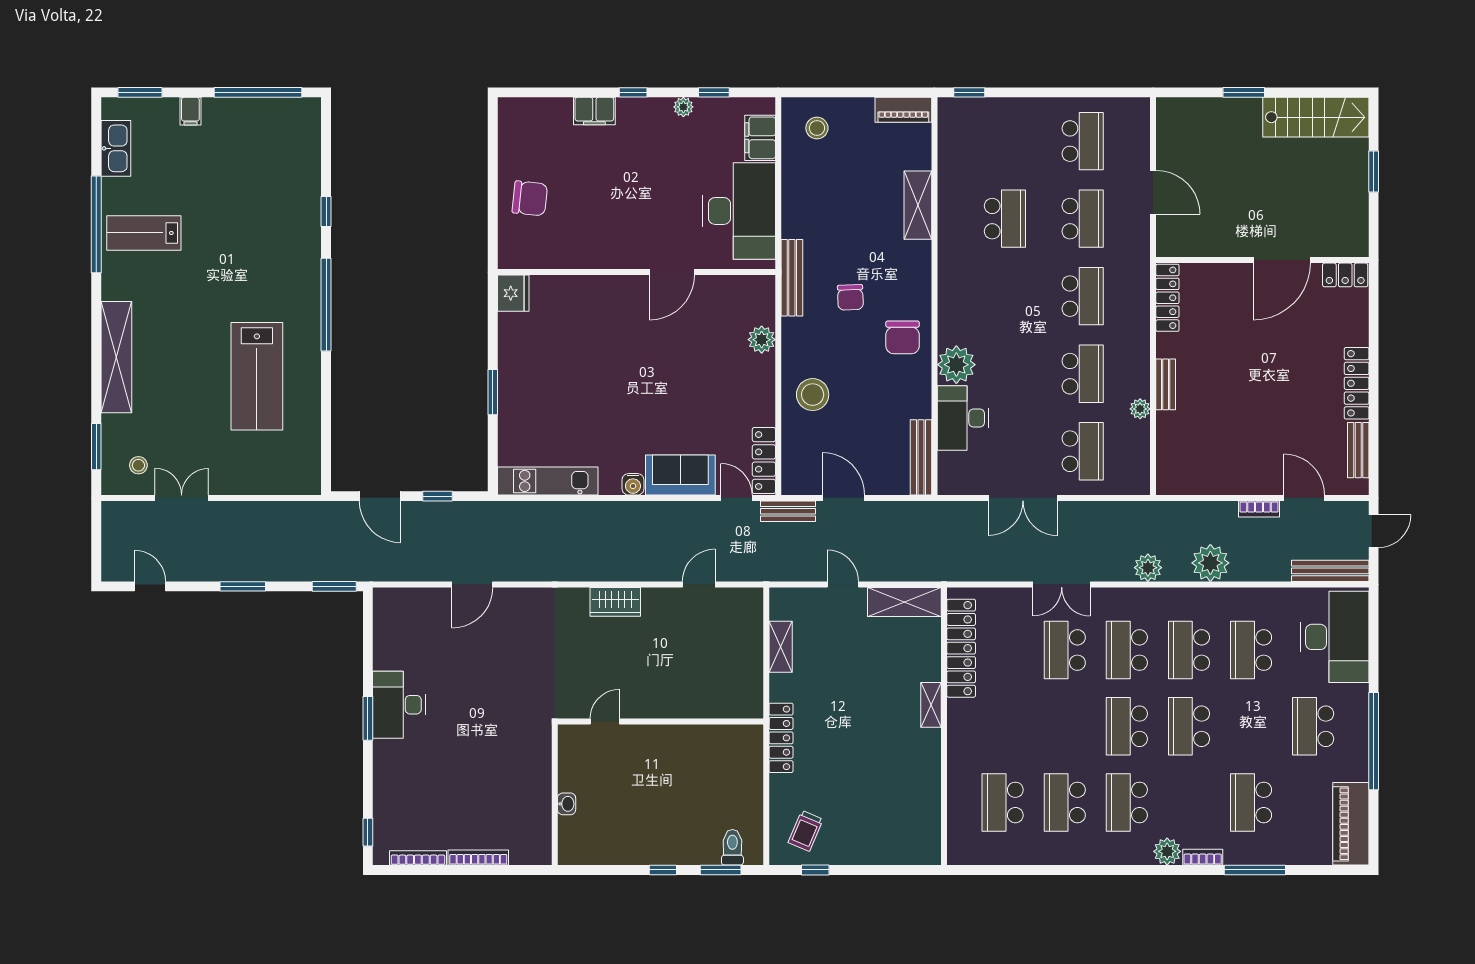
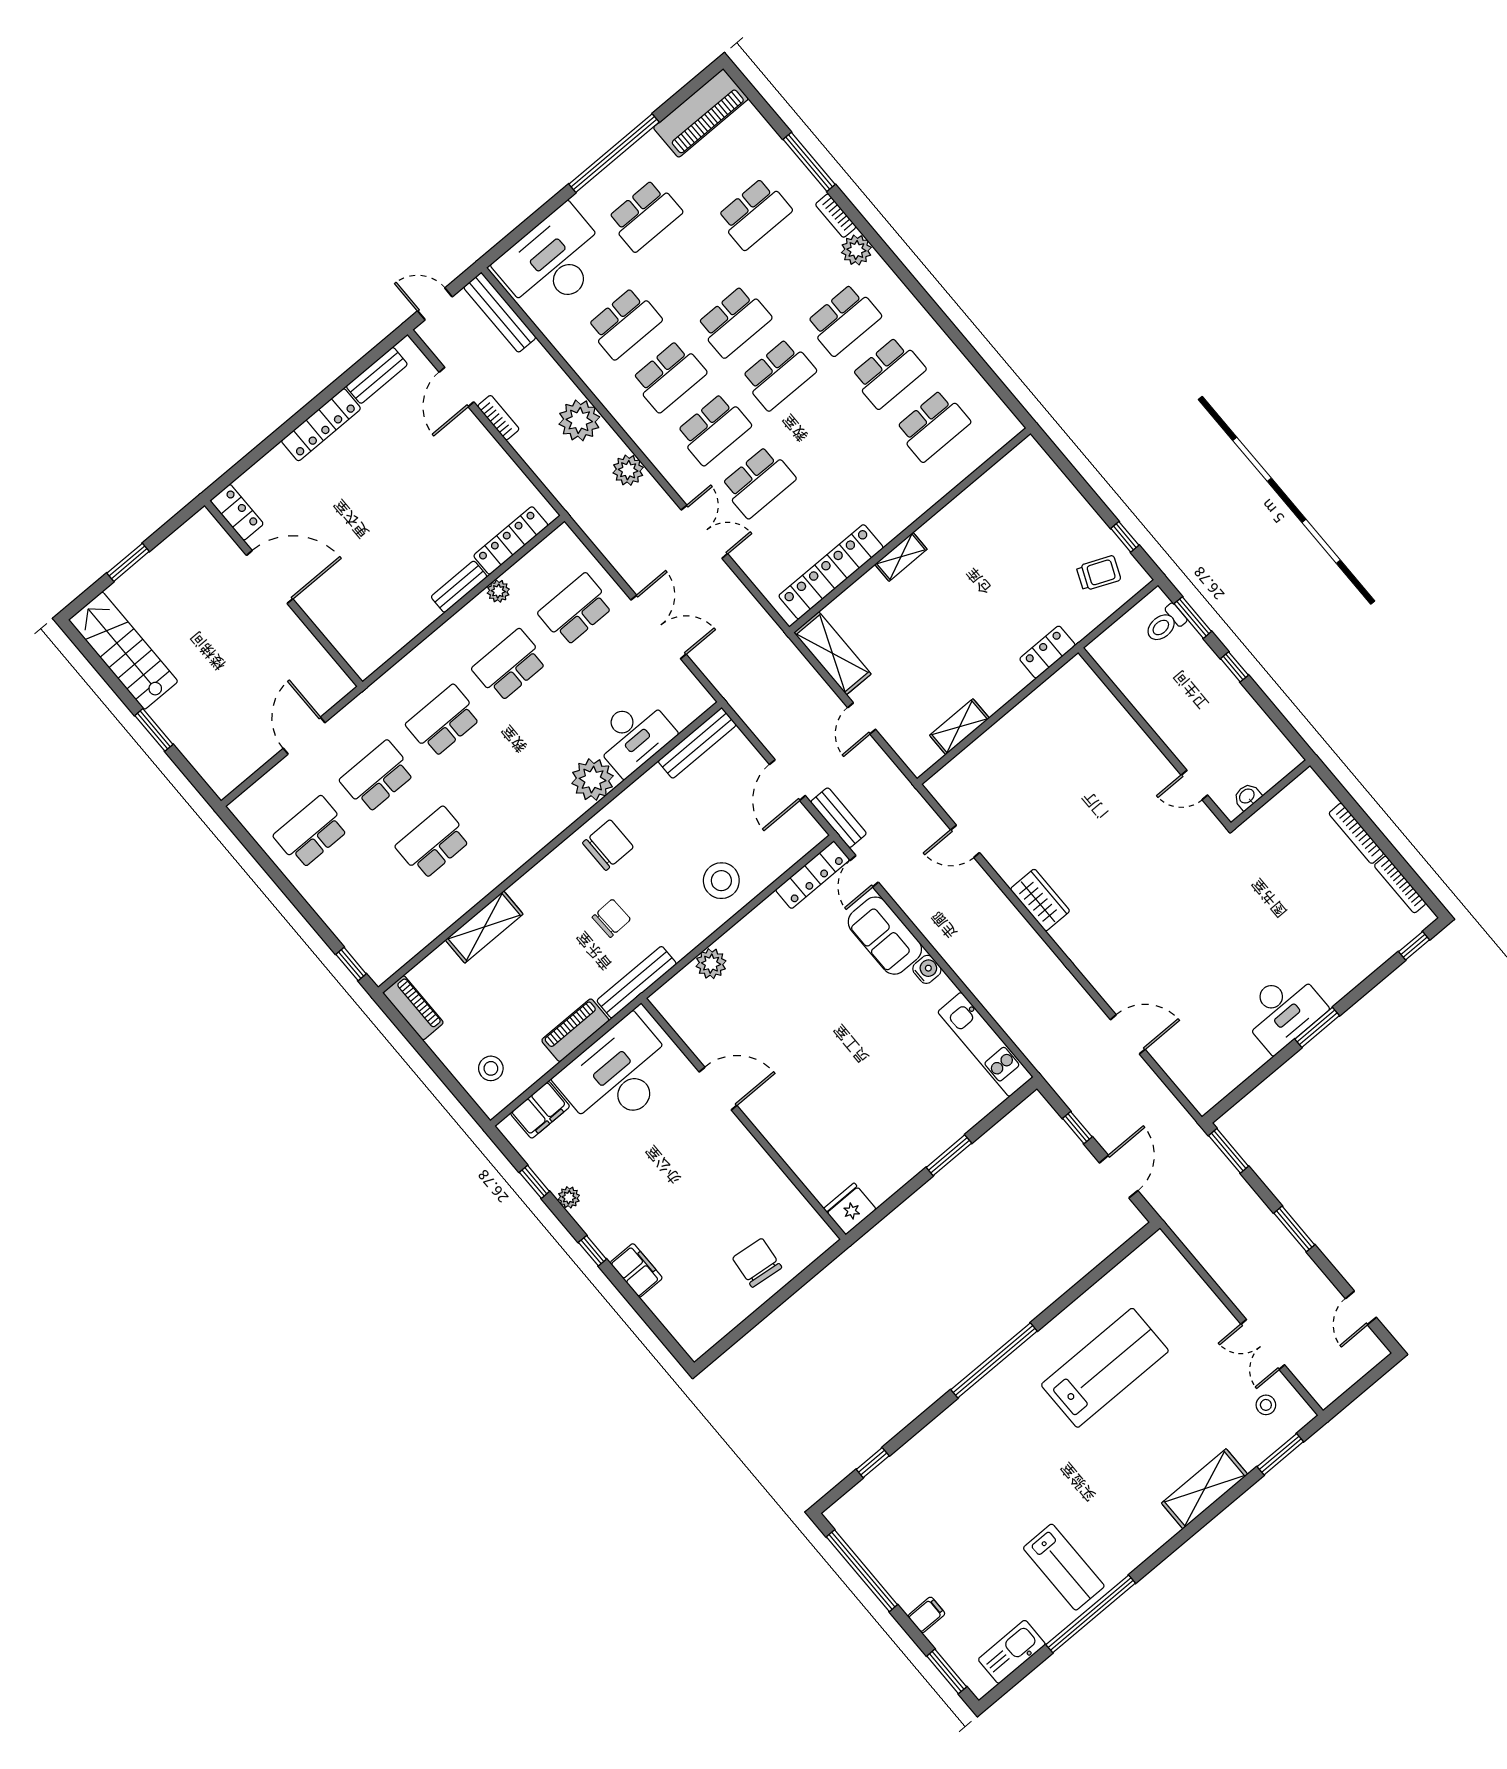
piano: (794, 208) -> (575, 1030), added
window: (326, 212) -> (873, 1463), moved
locker: (1167, 298) -> (511, 541), moved
shelving: (116, 357) -> (1205, 1489), width x0.68
door: (605, 721) -> (1194, 785), moved
wall: (660, 721) -> (1155, 738), moved
locker: (781, 738) -> (1047, 652), width x0.66

